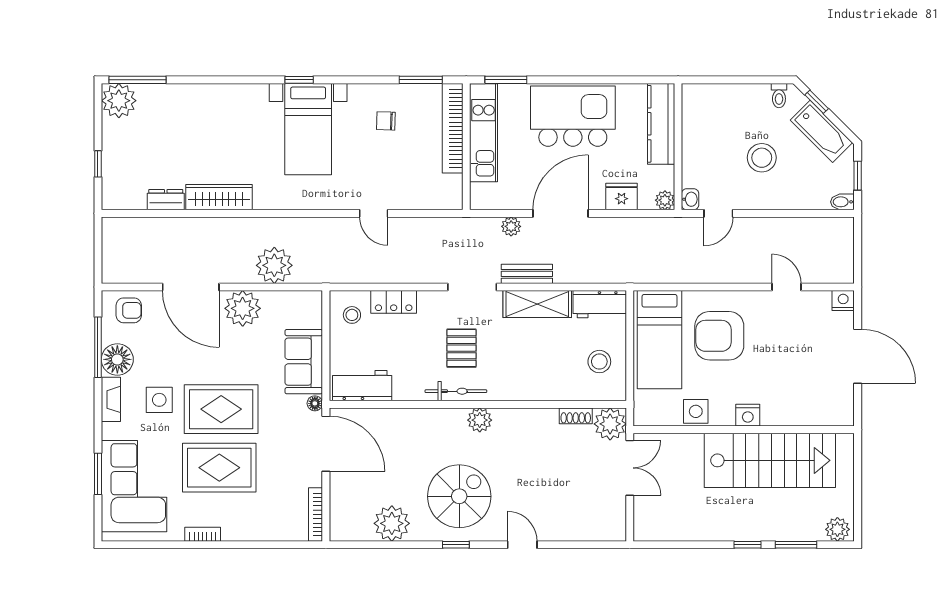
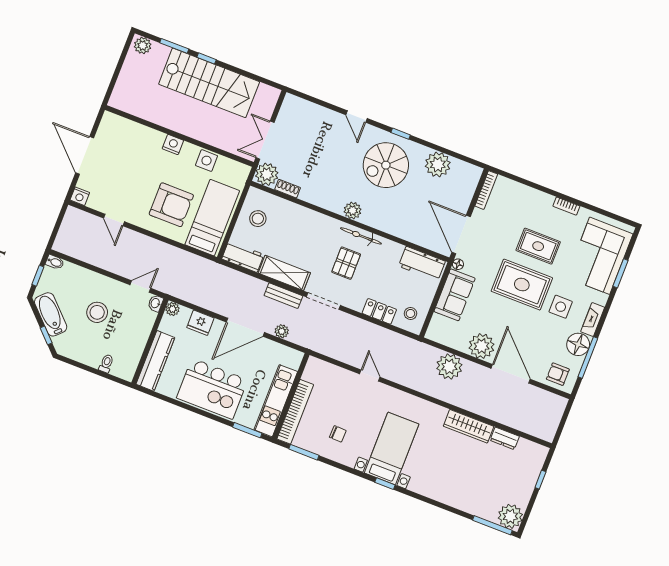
toilet: (779, 96) -> (106, 363), moved
stairs: (770, 460) -> (209, 83), moved, turned 180
rug: (219, 468) -> (538, 246), width x0.73, depth x0.70

